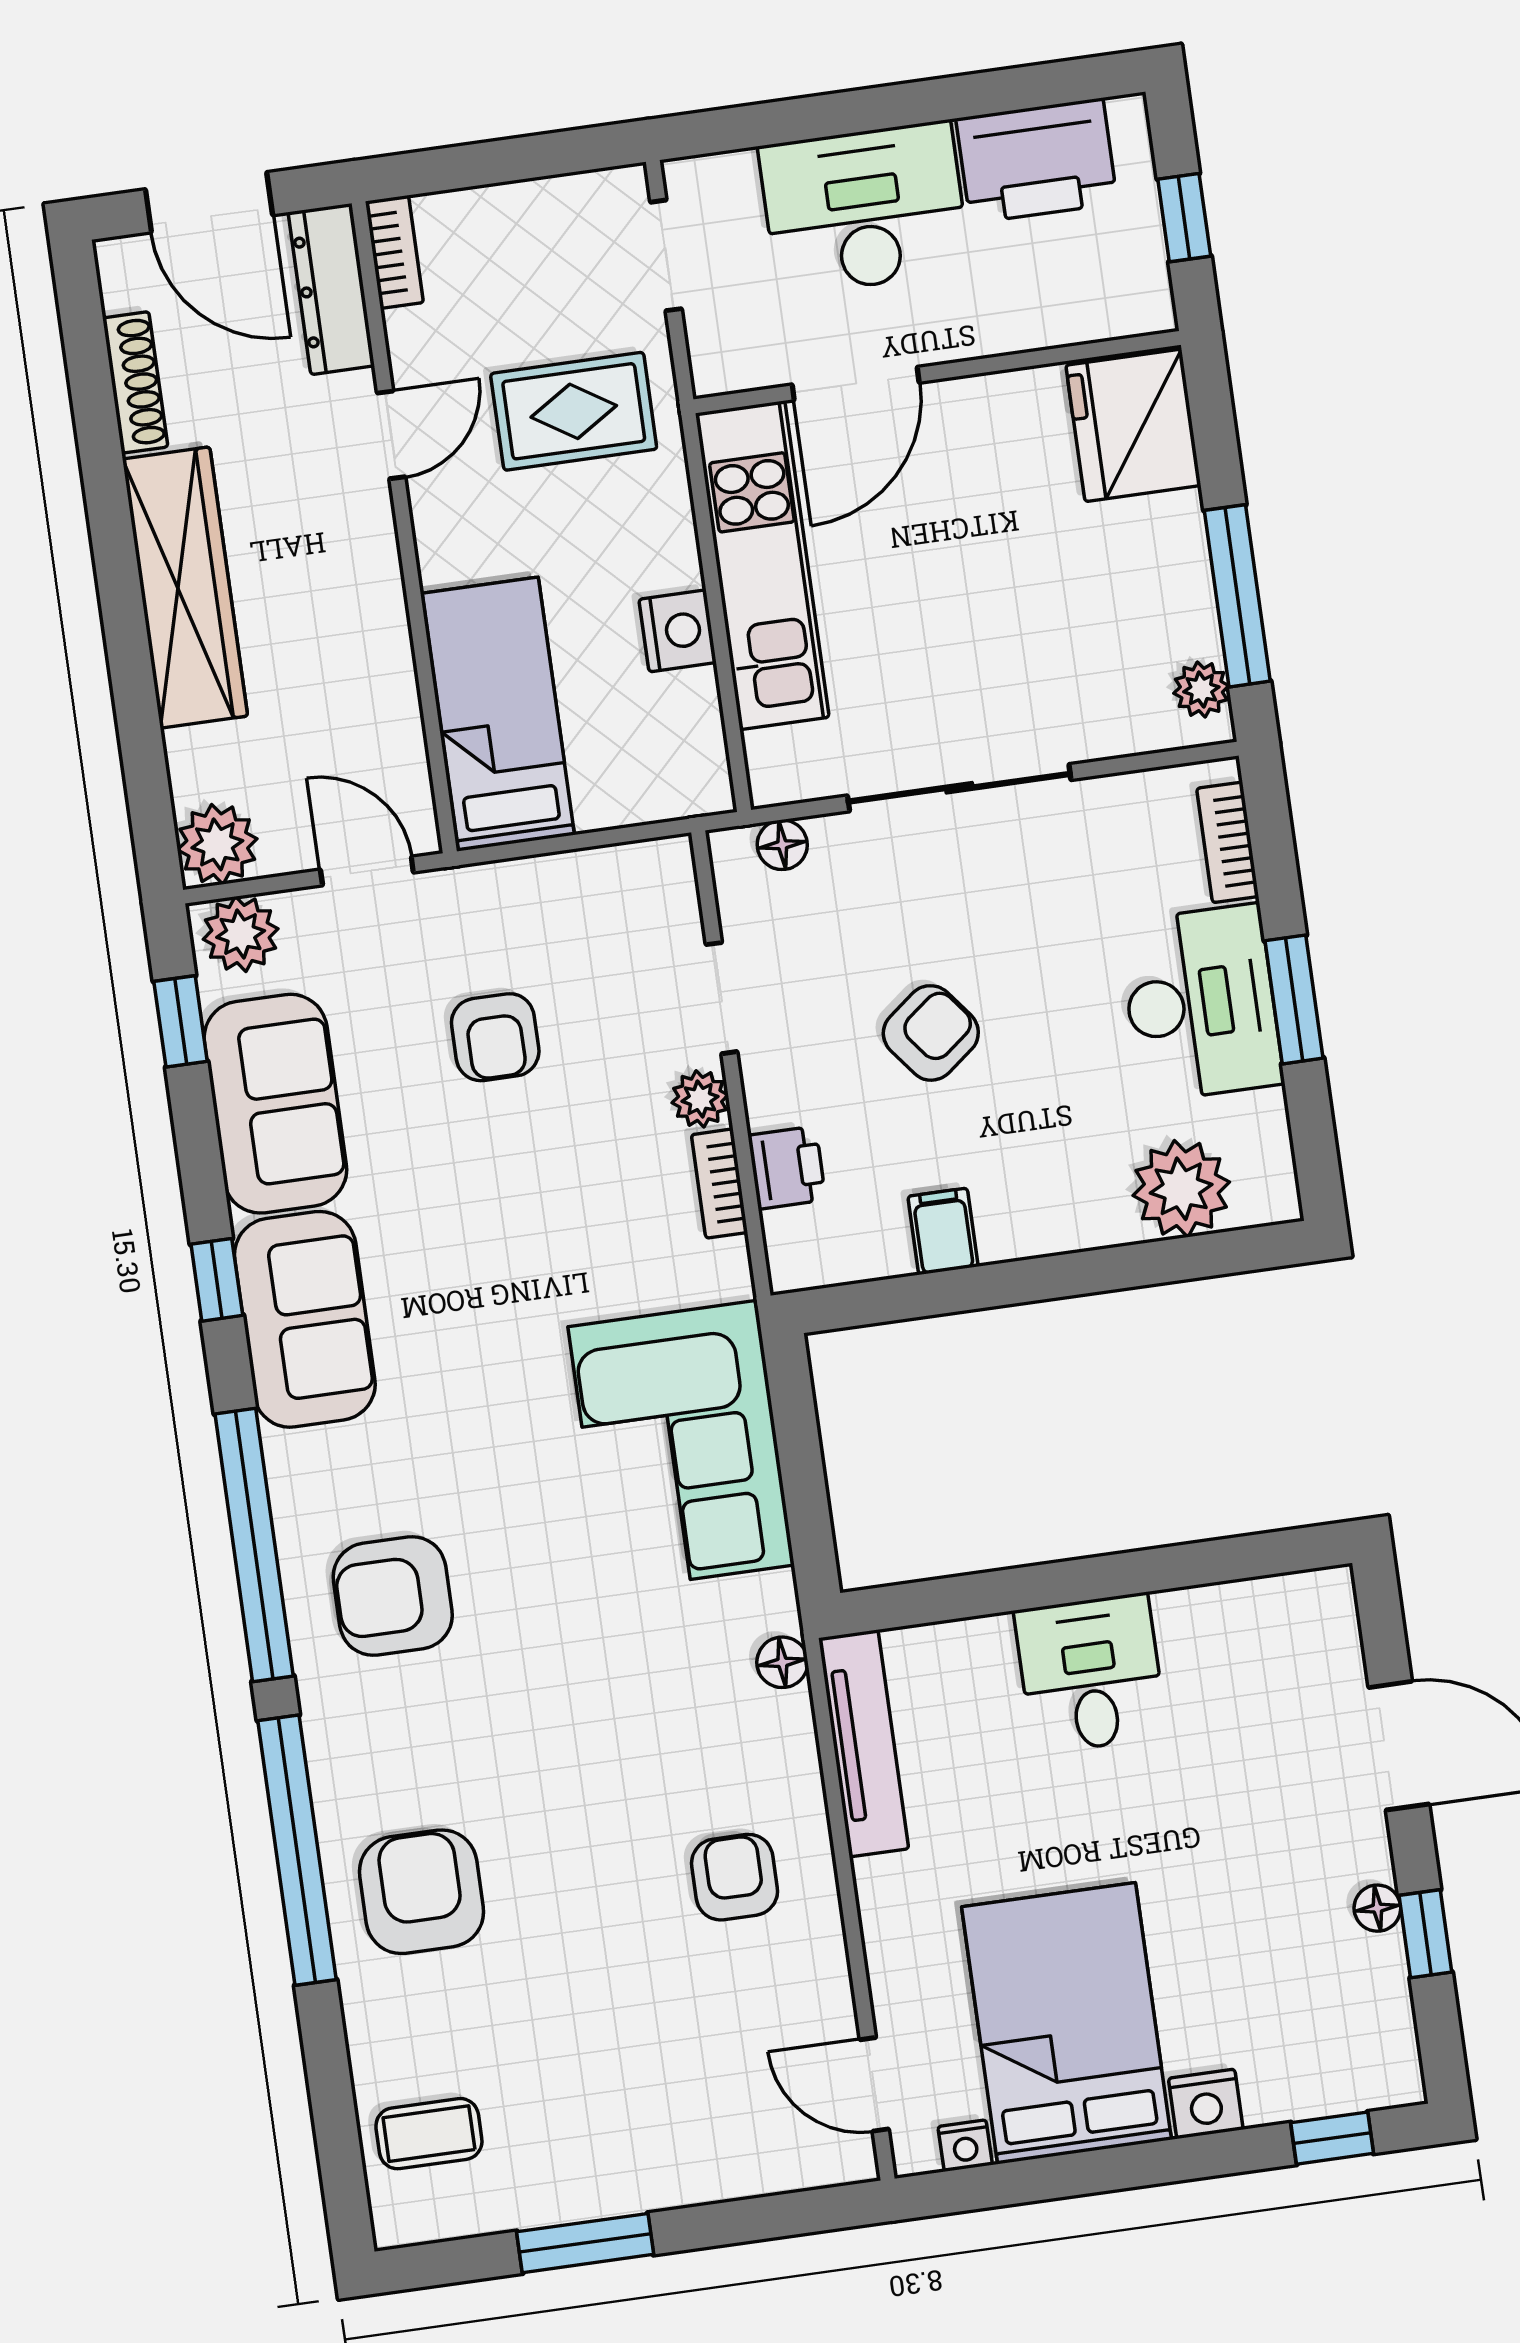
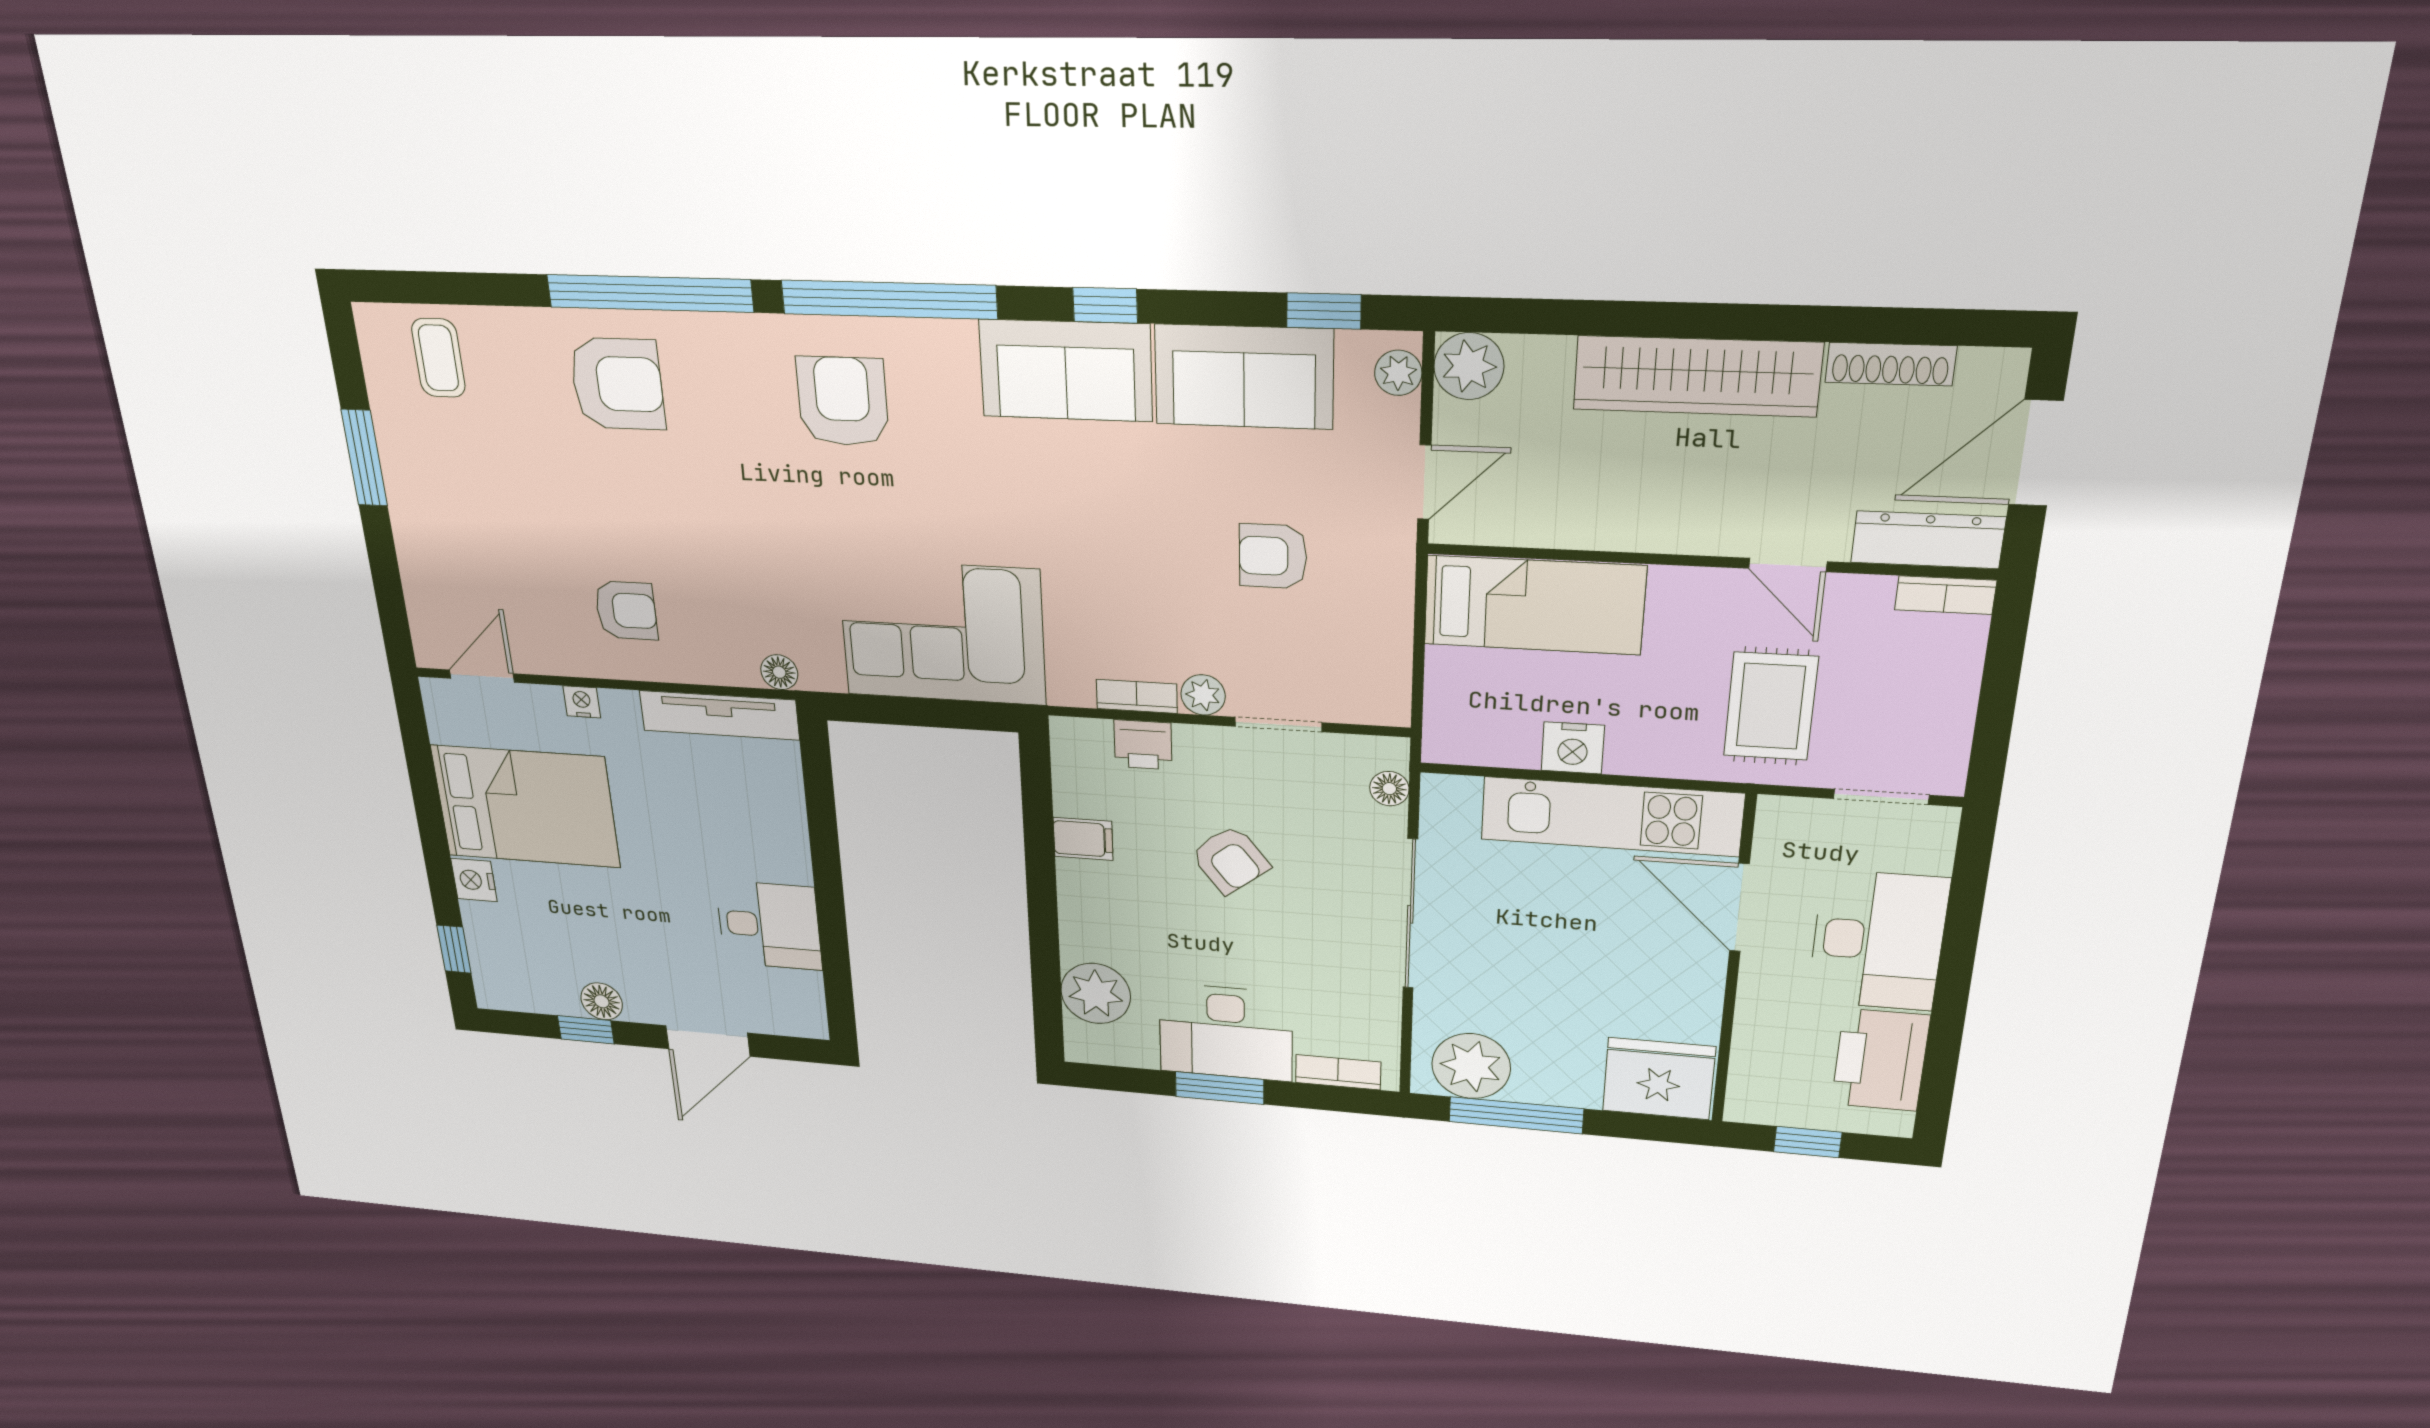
plant: (1201, 689) -> (1471, 1066), width x1.87, depth x1.87
plant: (241, 934) -> (1398, 373), width x0.73, depth x0.73
desk: (1091, 1674) -> (769, 925), moved
floor lamp: (1377, 1908) -> (602, 1001), width x1.37, depth x1.37
nightstand: (965, 2146) -> (582, 702), moved, turned 90

